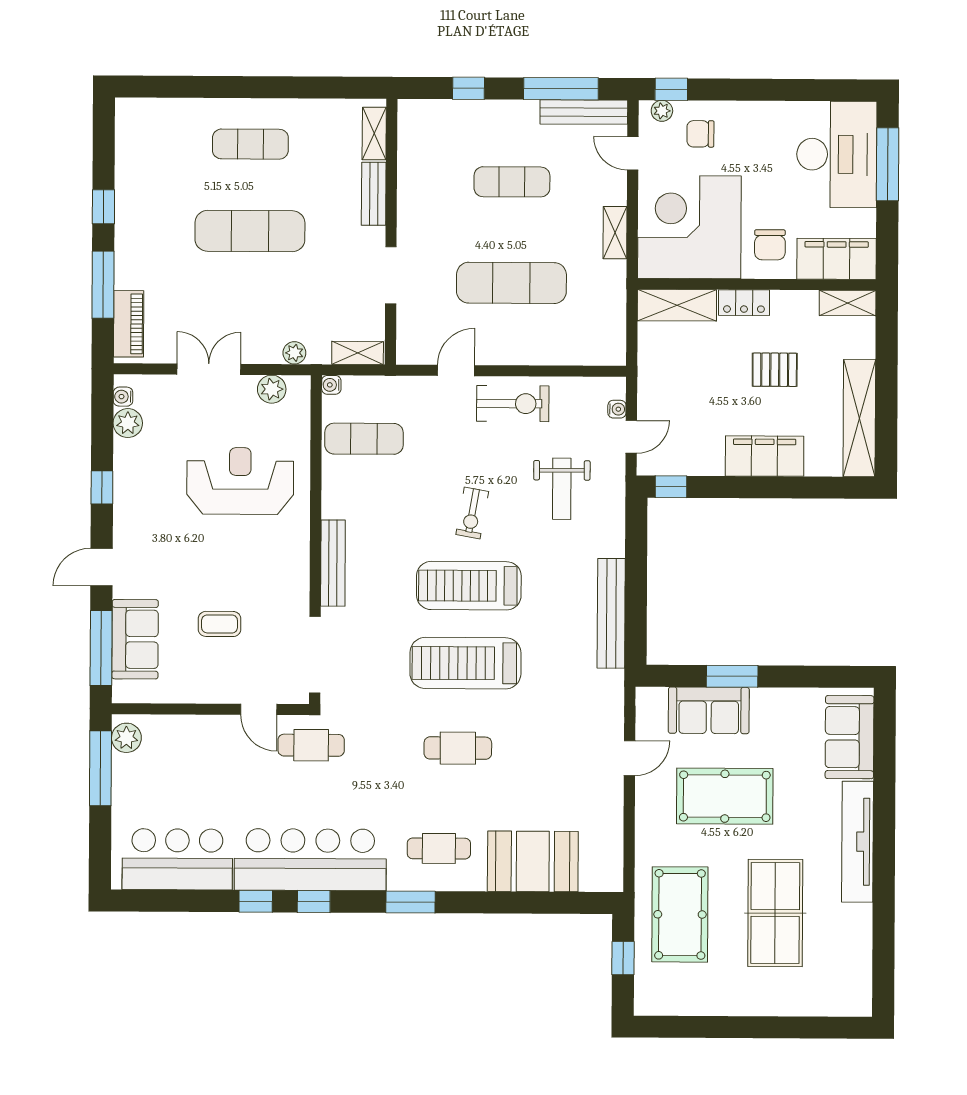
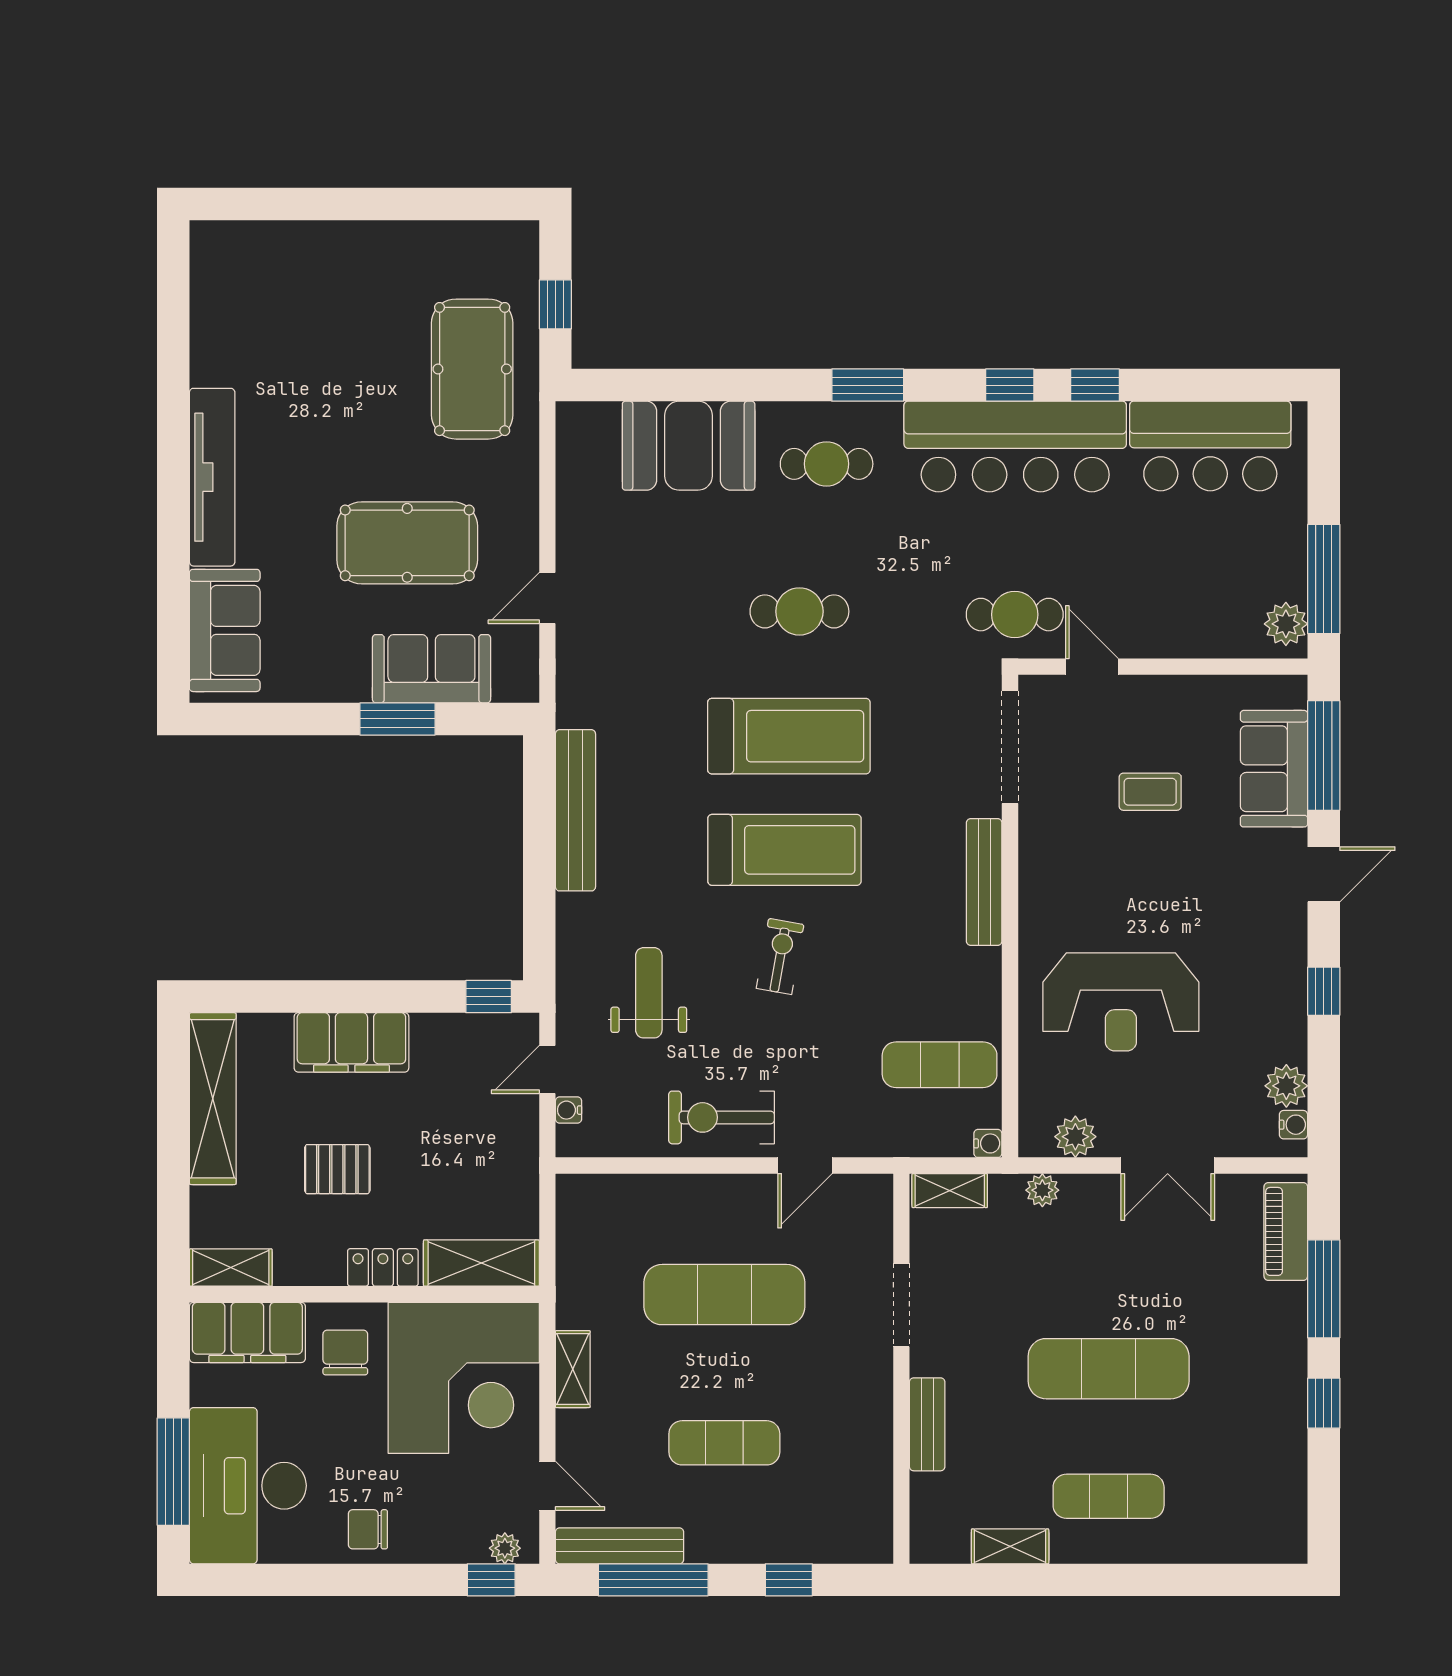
shelving: (374, 134) -> (1010, 1546), moved, turned 90
chair: (700, 134) -> (368, 1529), moved, turned 180
table tennis table: (775, 913) -> (332, 372), removed

